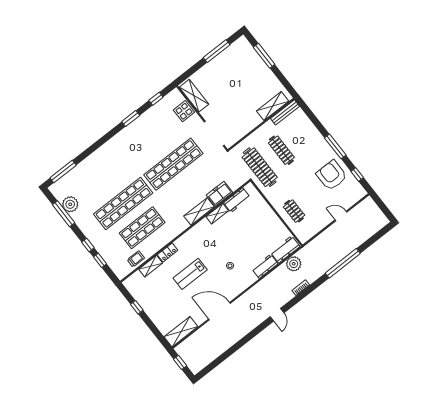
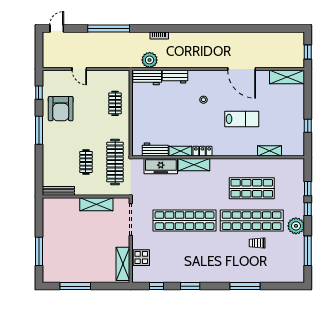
shelving: (273, 106) -> (96, 204), moved
clothes rail: (281, 150) -> (86, 162), width x0.73
window: (63, 172) -> (245, 286), moved
freezer: (219, 194) -> (161, 166), width x1.40
plant: (70, 204) -> (296, 226), moved
locker: (168, 253) -> (202, 151), moved
trolley: (136, 259) -> (257, 243), moved
door: (277, 315) -> (57, 29), moved

